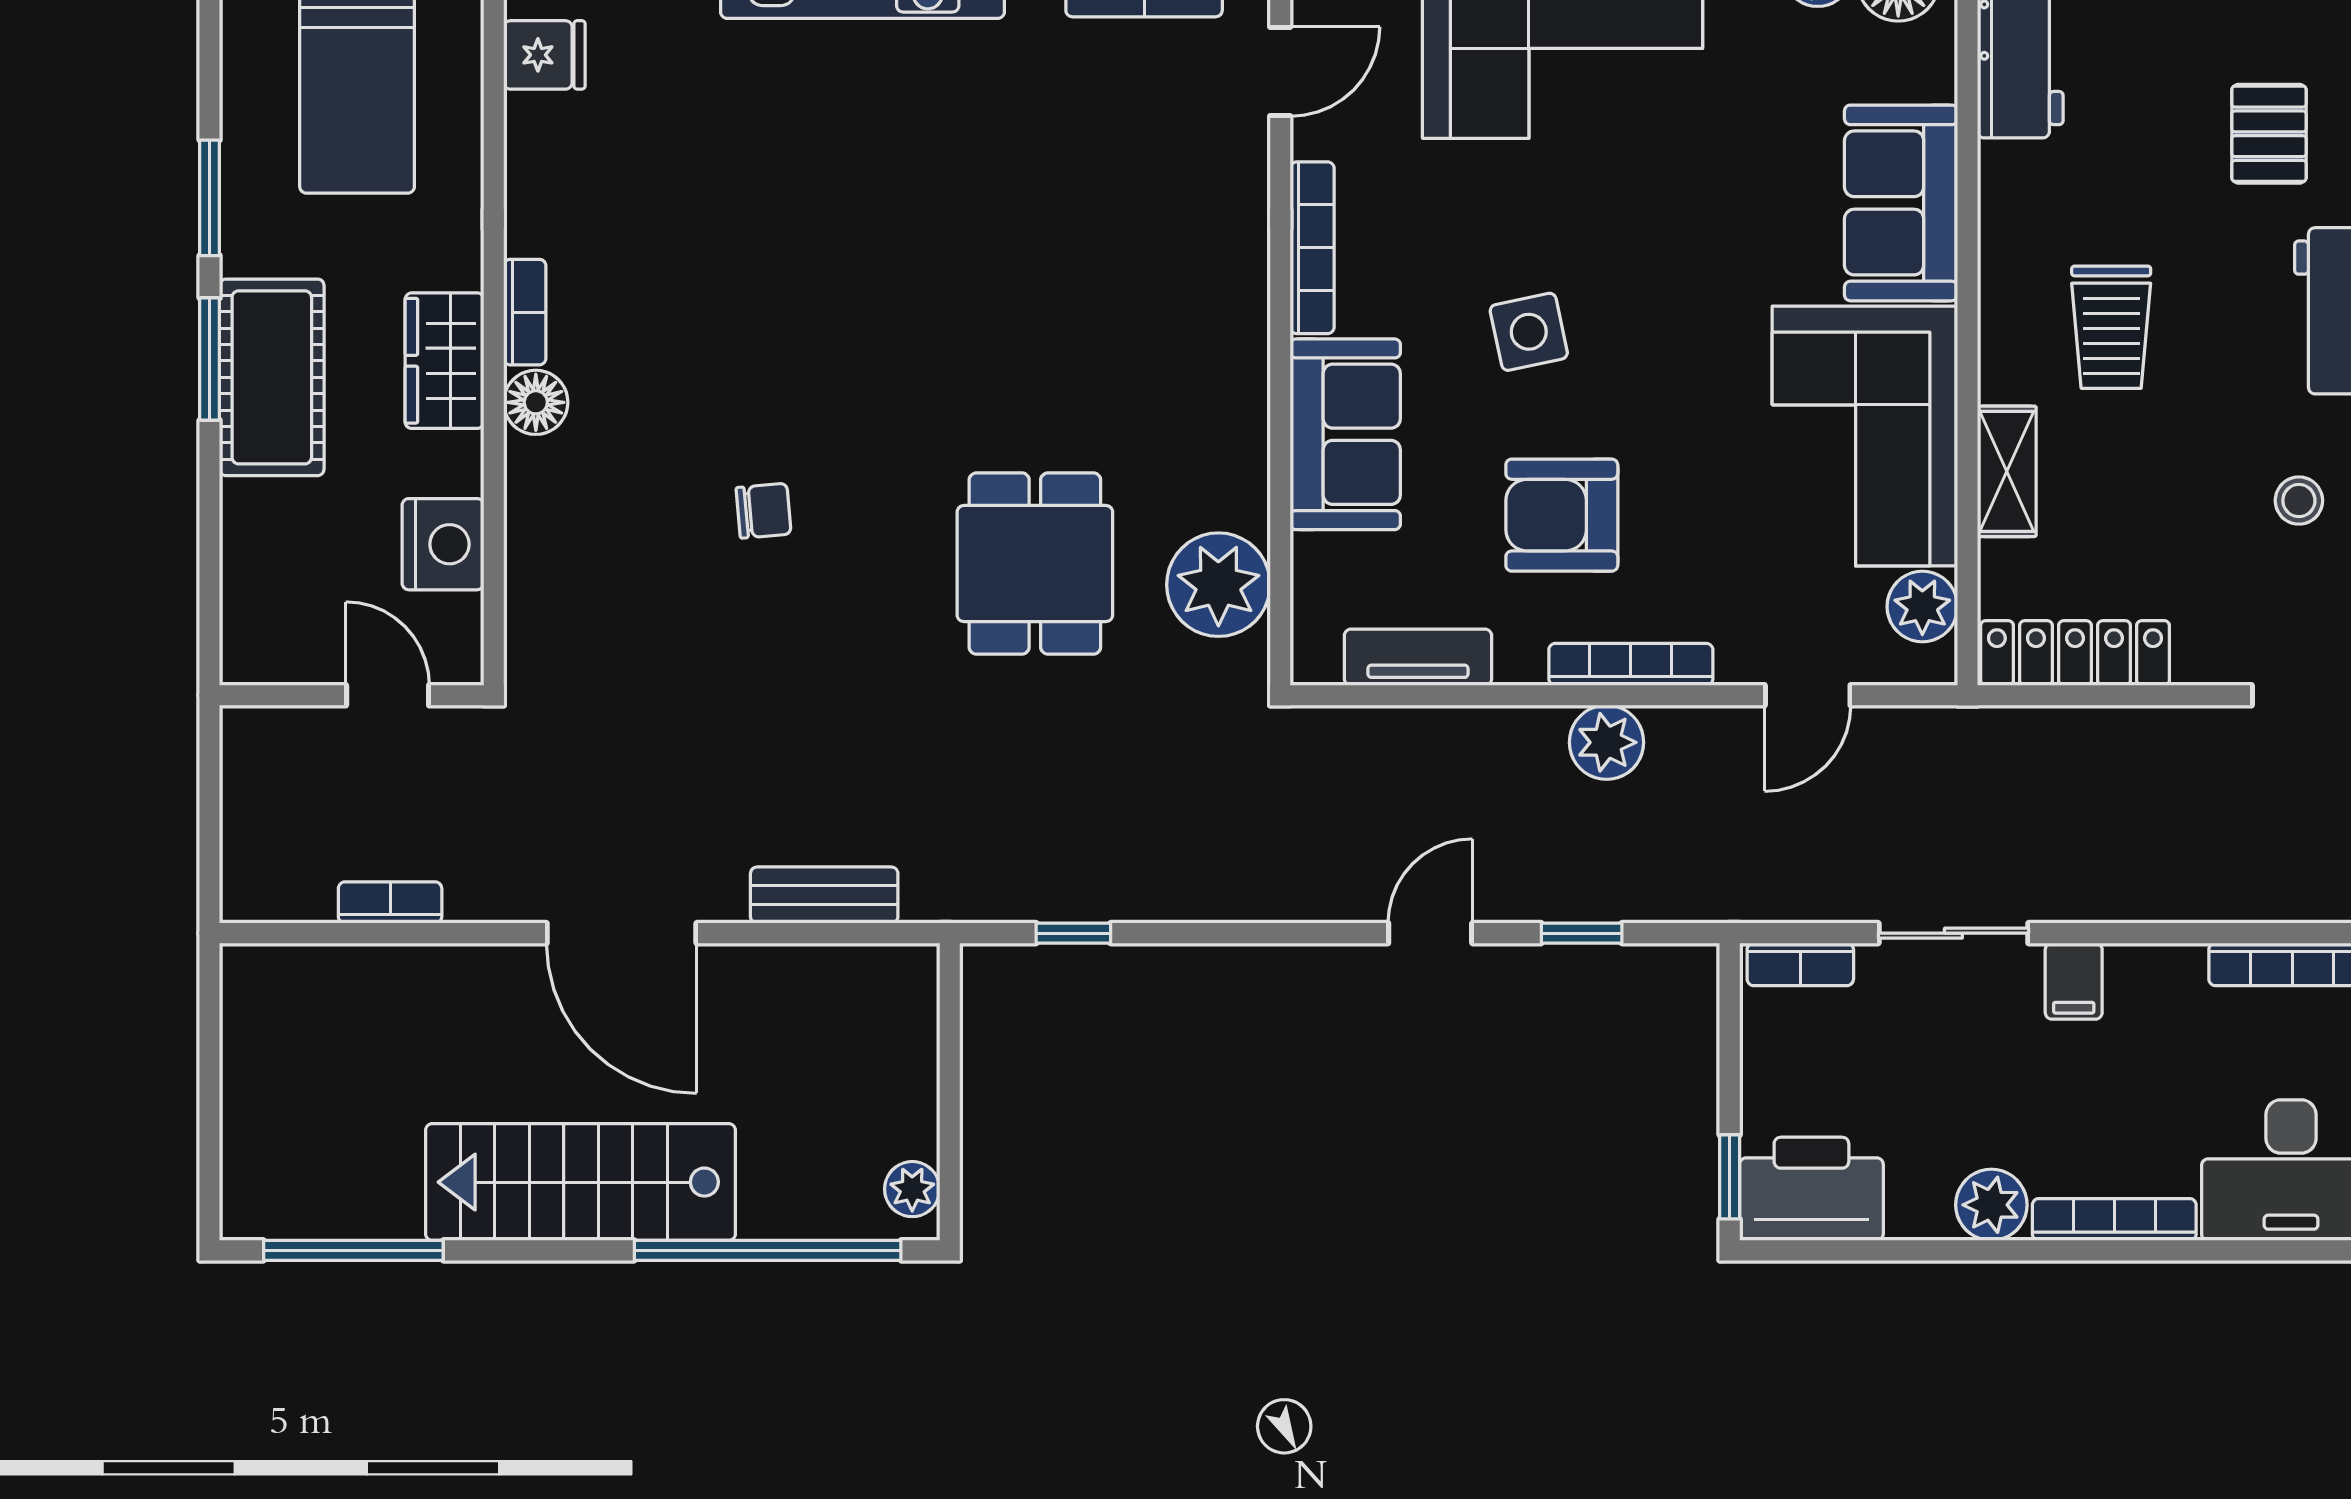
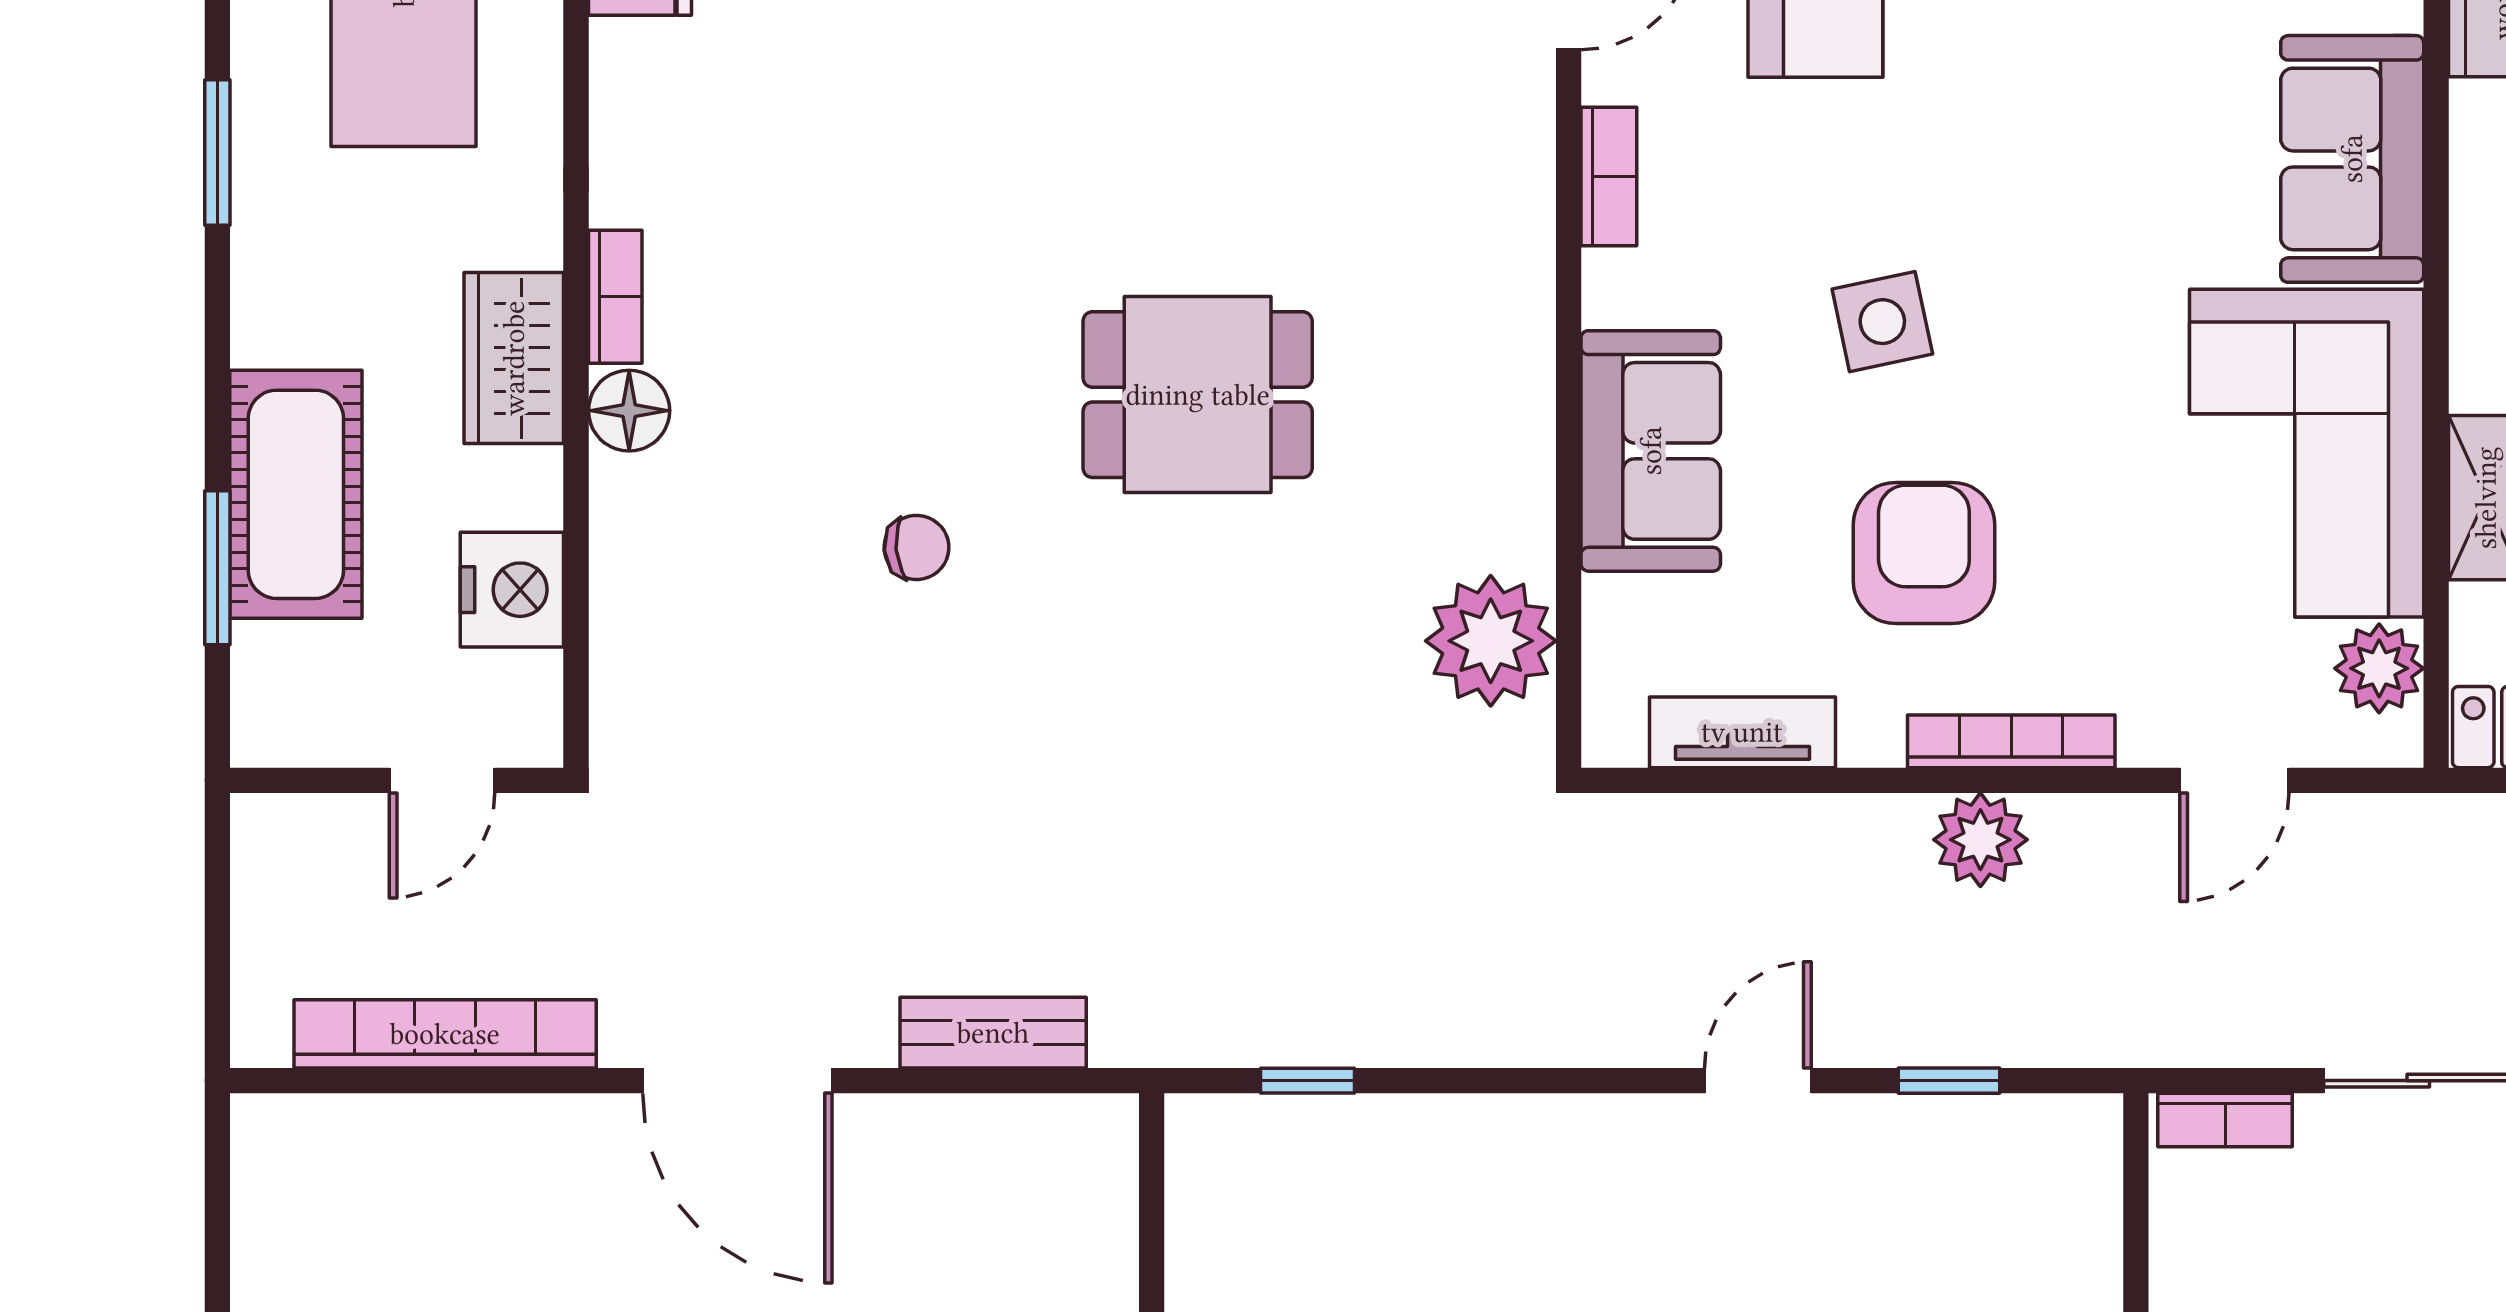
bookcase: (1312, 248) -> (1609, 176), width x0.64
window: (210, 359) -> (217, 568), moved
cot: (272, 377) -> (296, 494), moved
armchair: (1562, 515) -> (1924, 553), turned 90
dining table: (1035, 564) -> (1198, 395), moved, turned 90
door: (388, 695) -> (442, 780), swing flipped
bookcase: (390, 903) -> (445, 1034), width x2.31, depth x1.31

